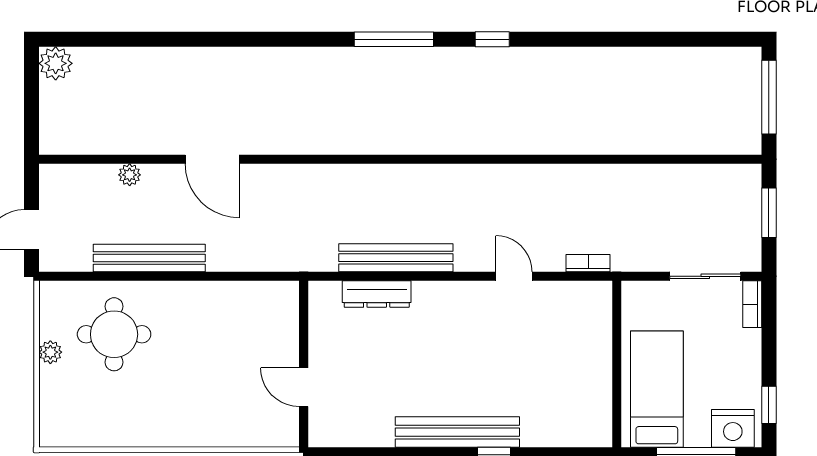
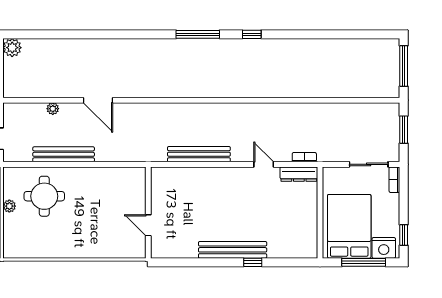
dresser: (377, 294) -> (299, 174), moved
bed: (657, 389) -> (349, 226), width x1.50

